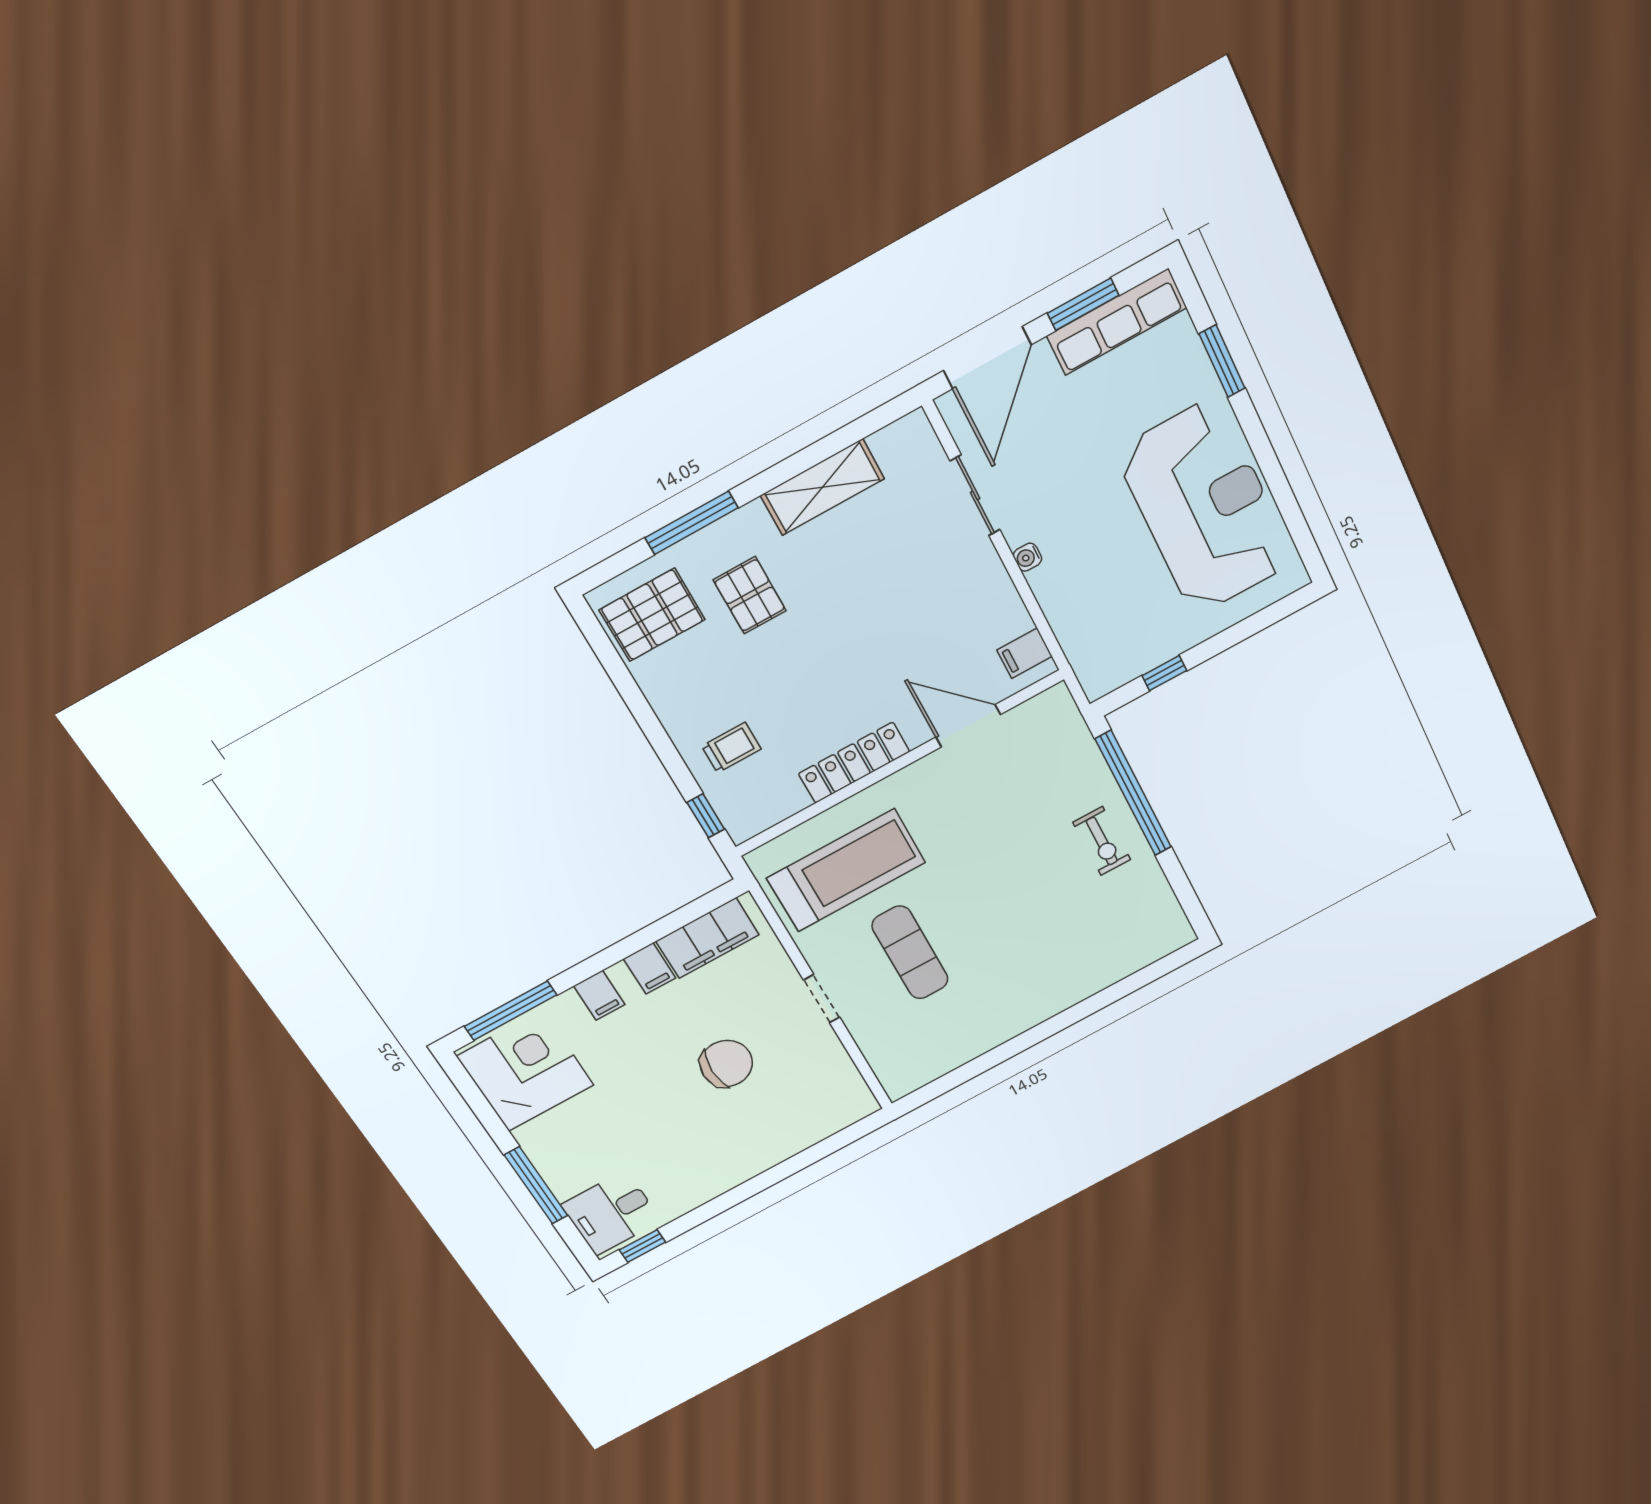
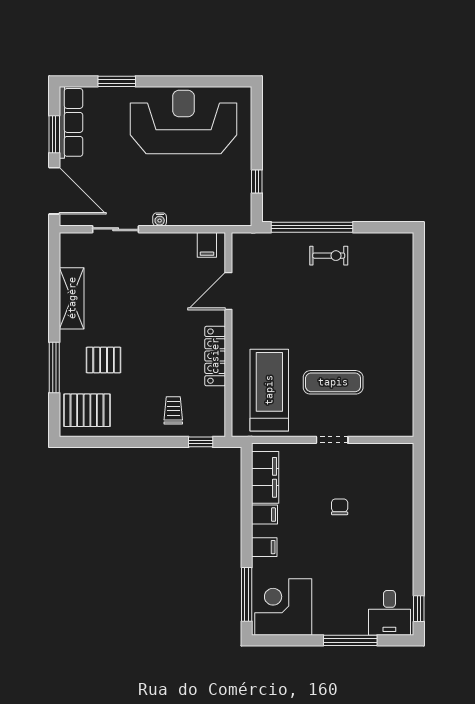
pallet: (652, 615) -> (87, 410), turned 90
chair: (726, 1064) -> (340, 507), width x0.54, depth x0.54

